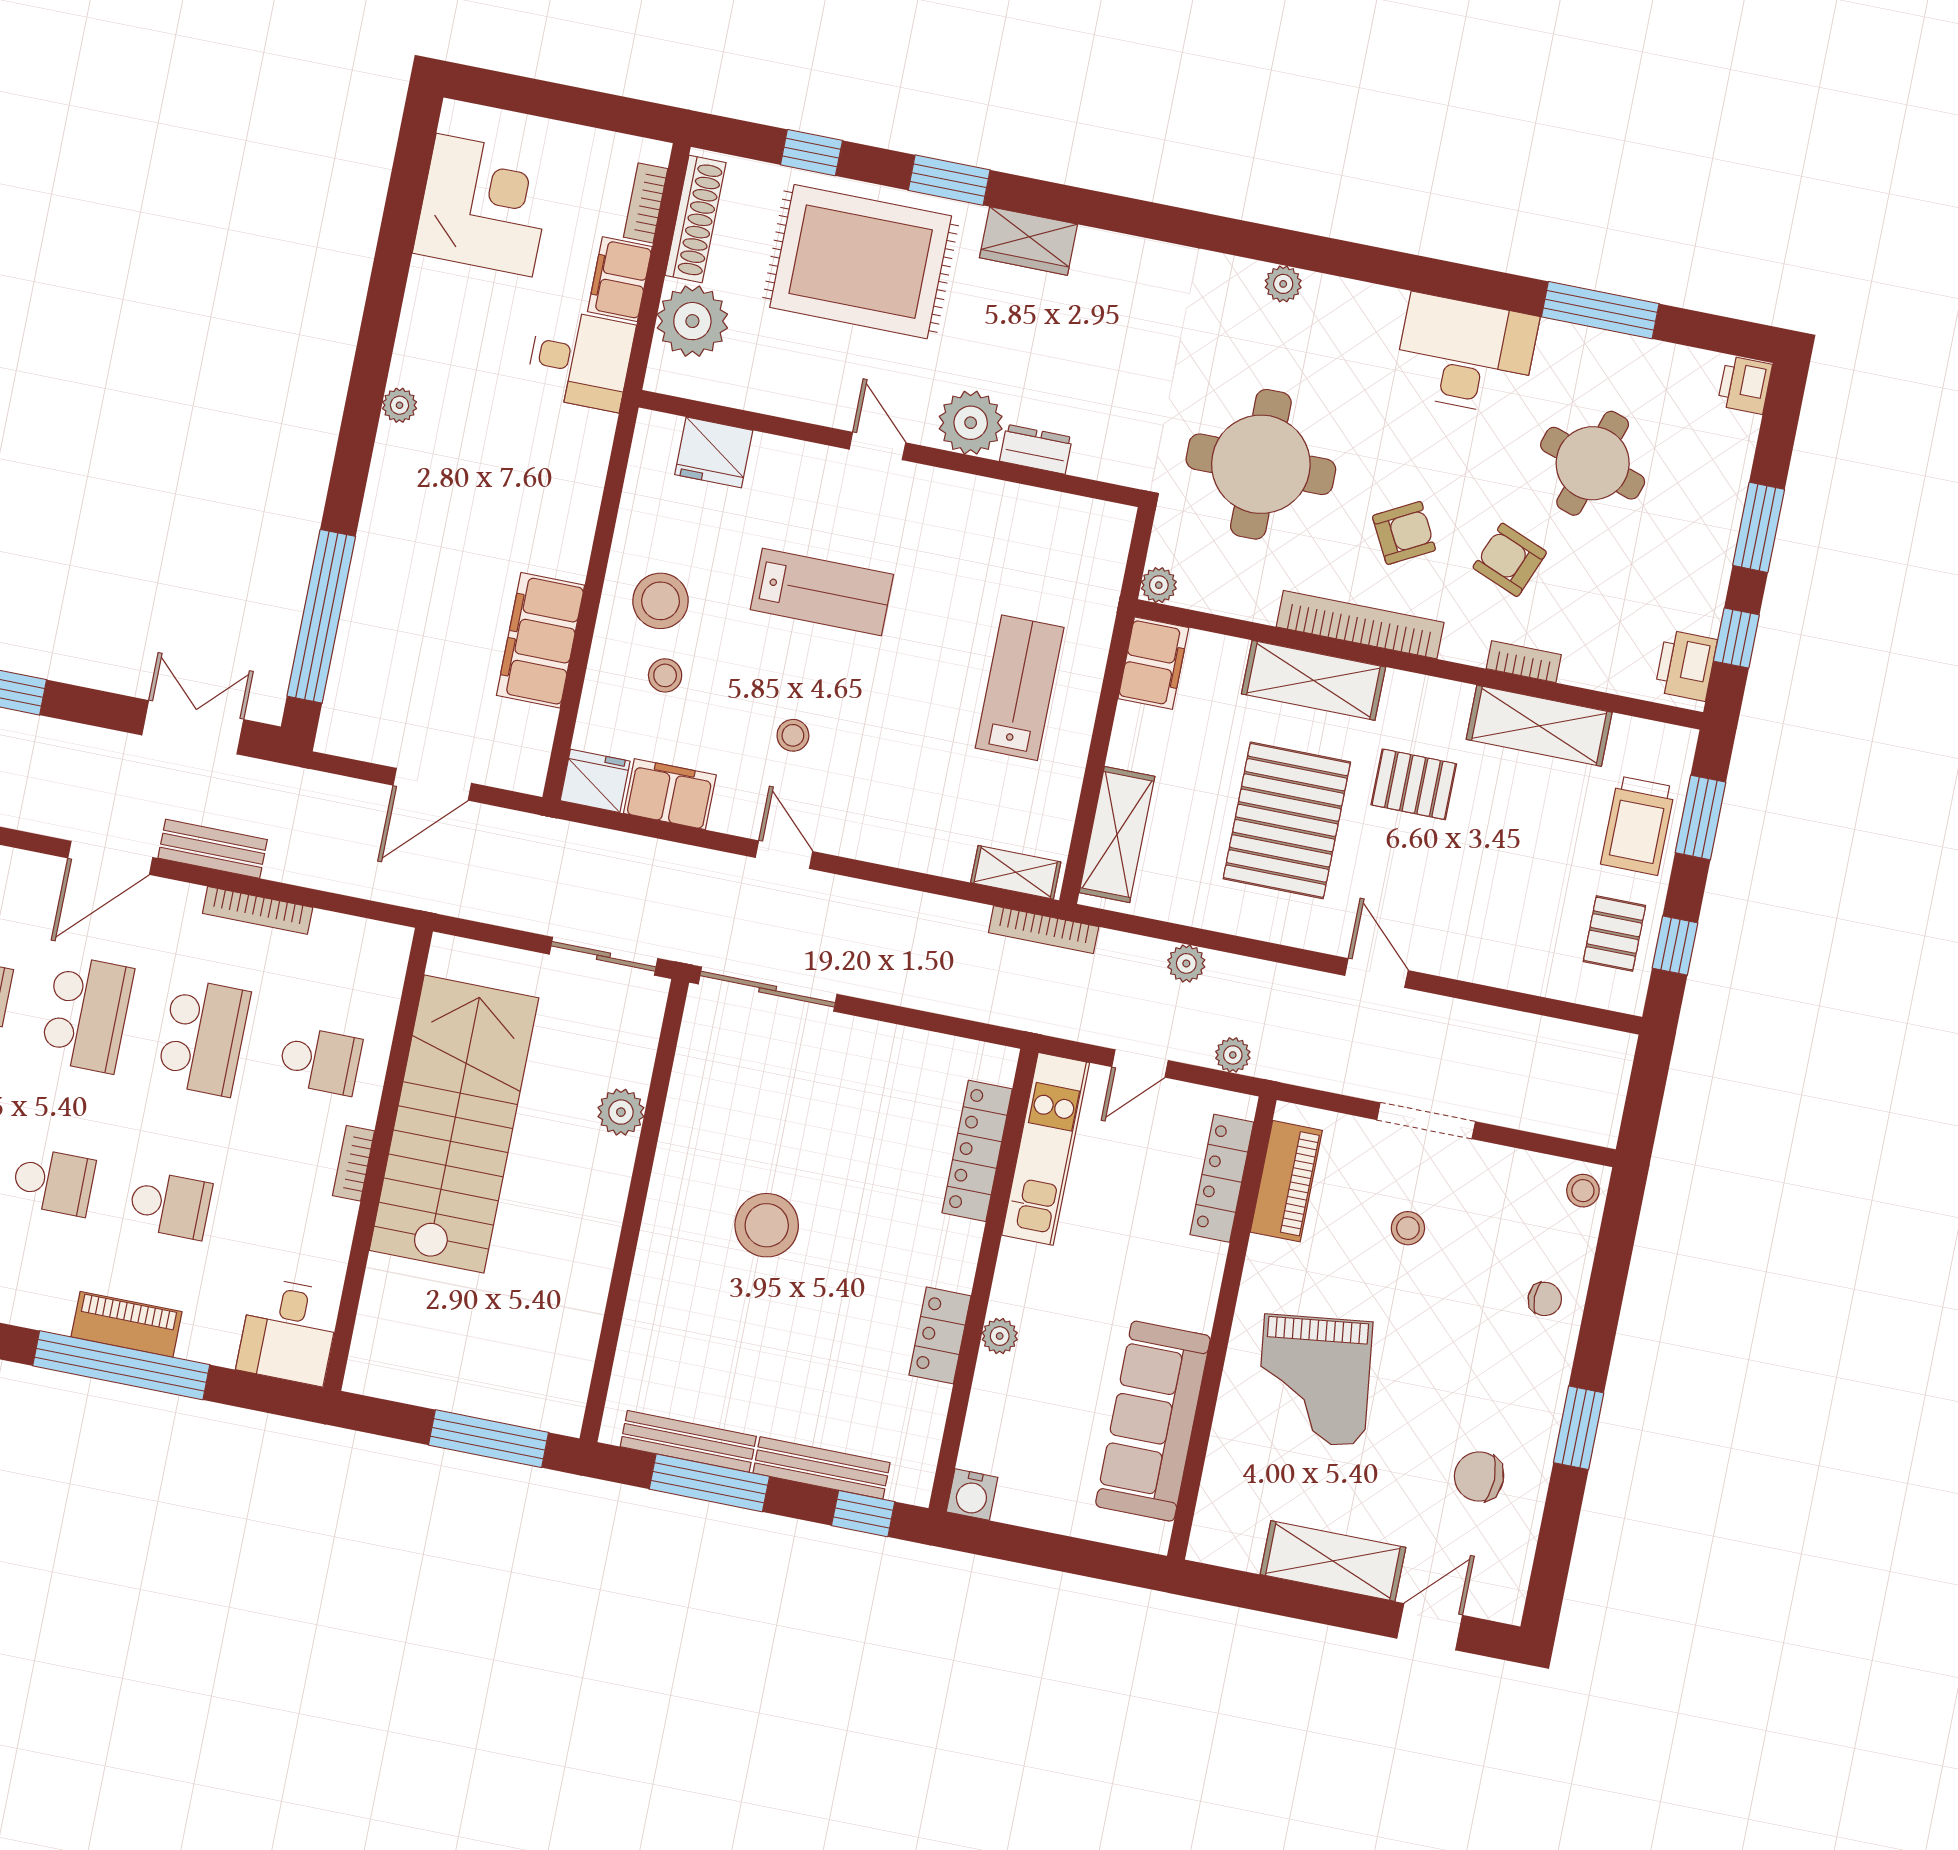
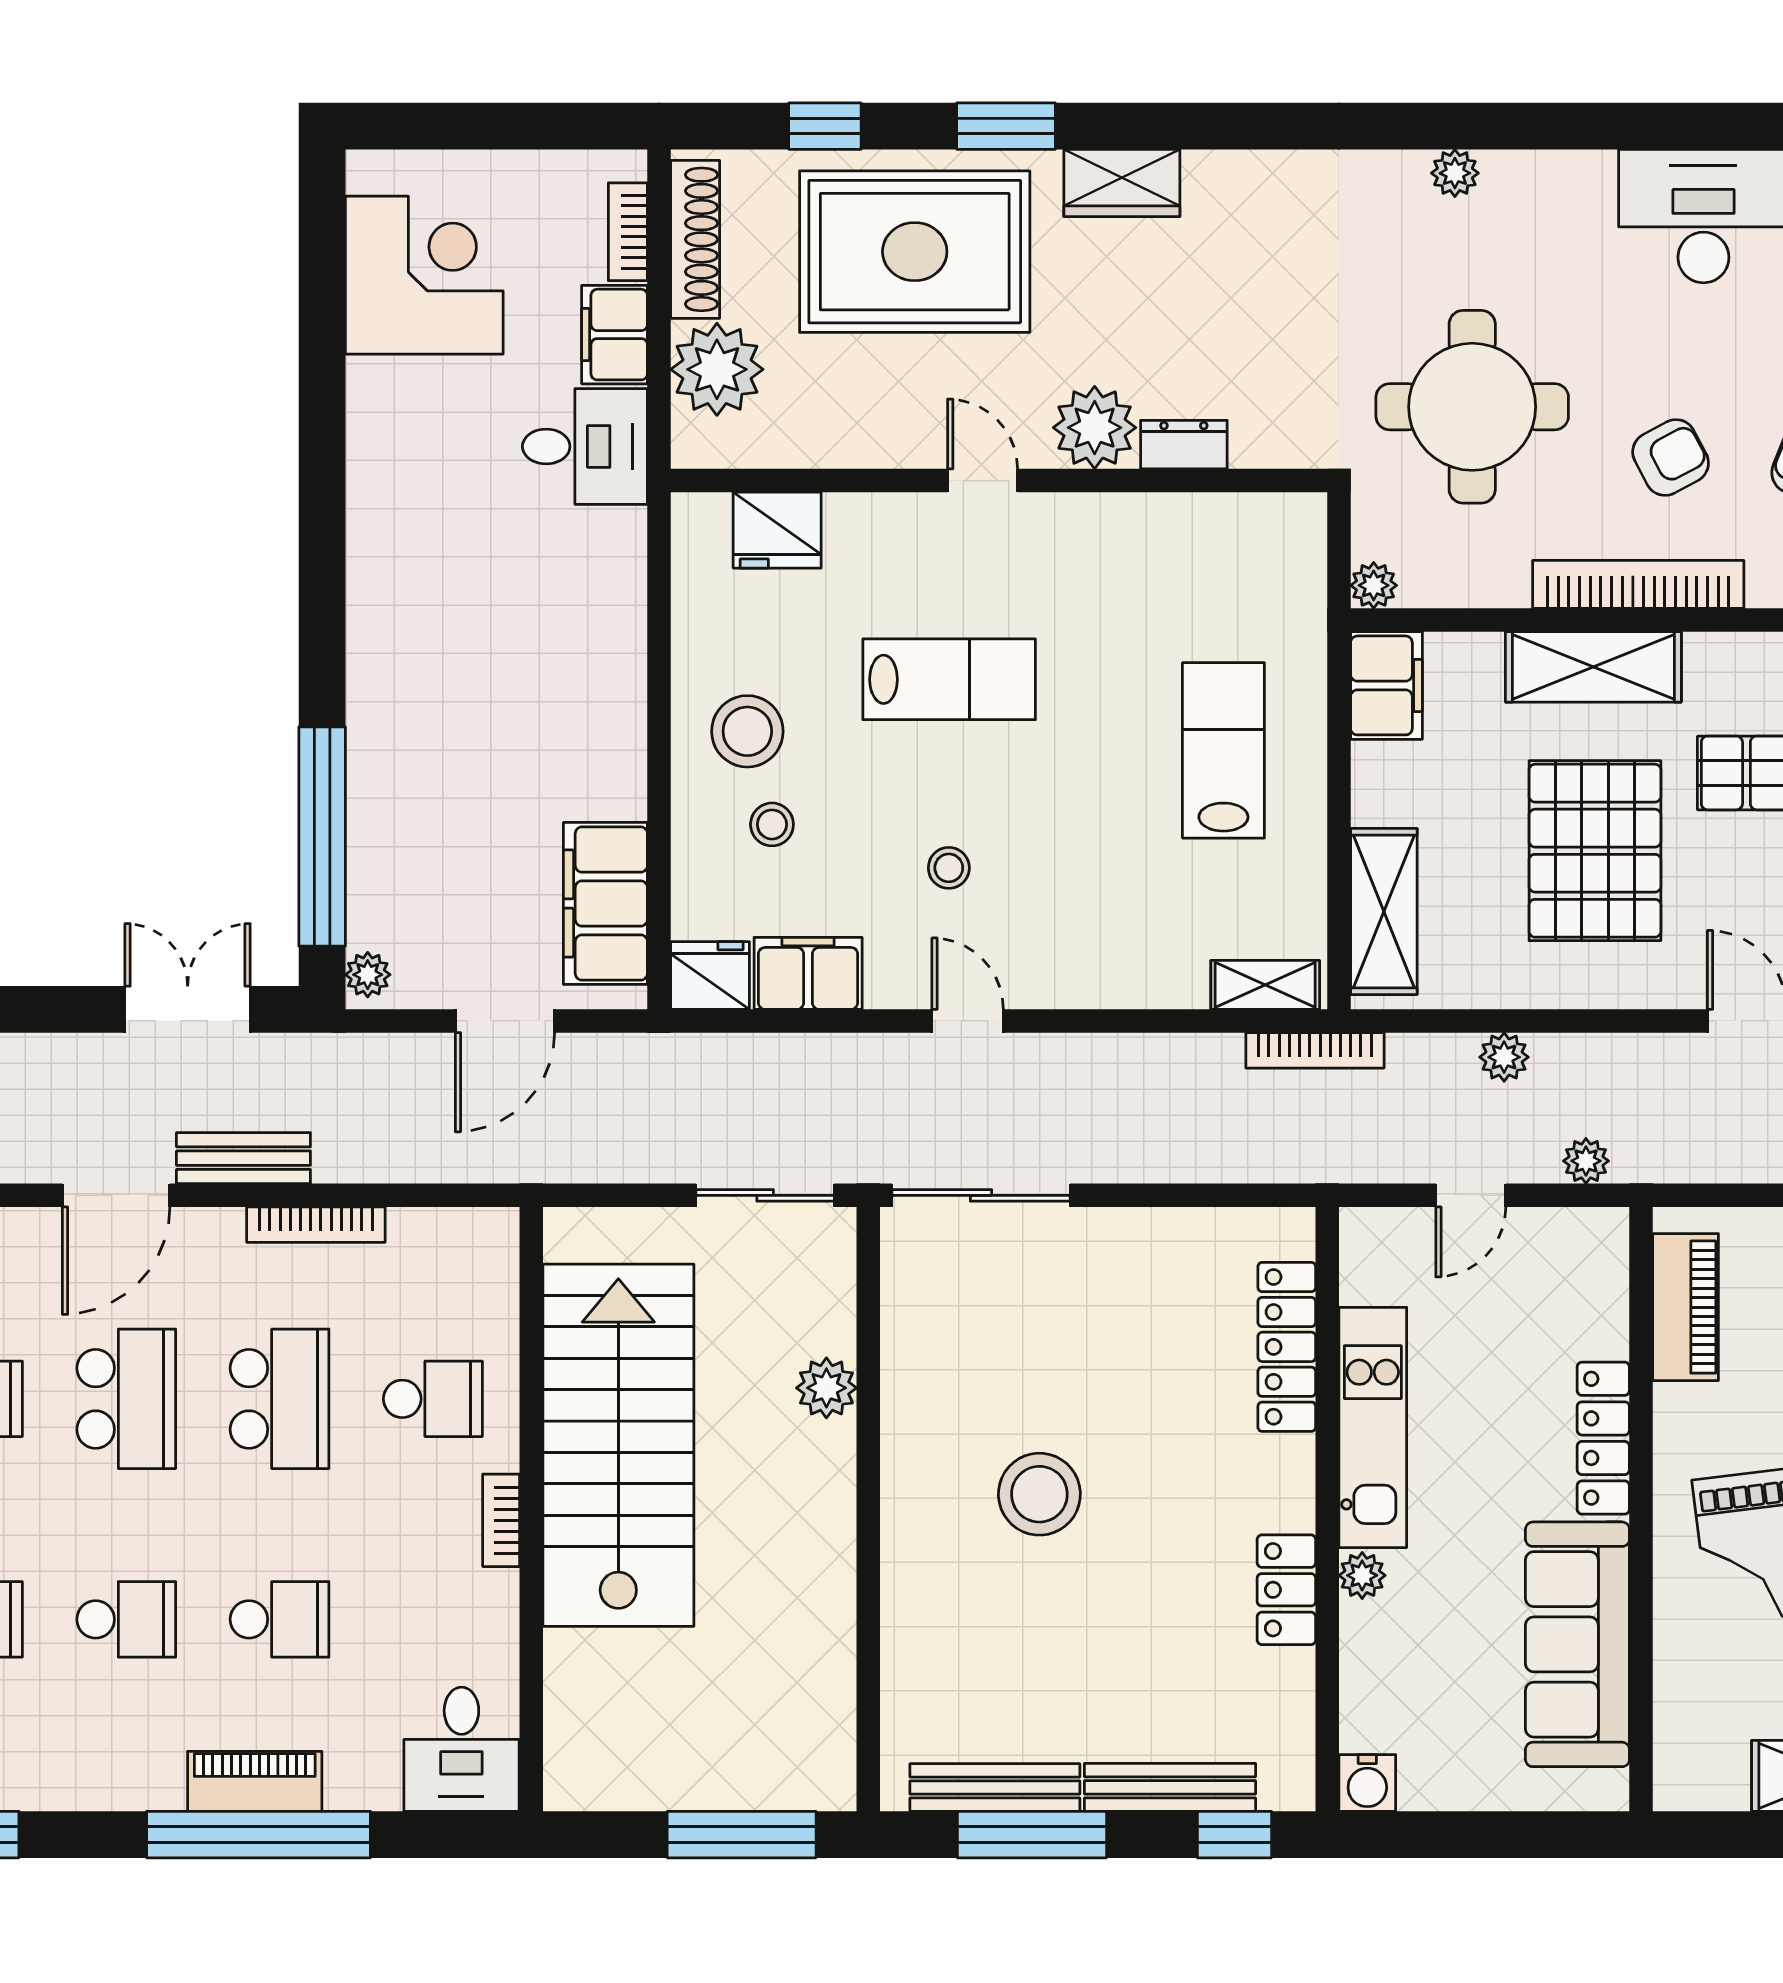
plant: (400, 405) -> (368, 975), moved
filing cabinet: (541, 640) -> (605, 903), moved
kitchen unit: (1046, 1149) -> (1373, 1427), moved
locker: (1222, 1178) -> (1603, 1438), moved

